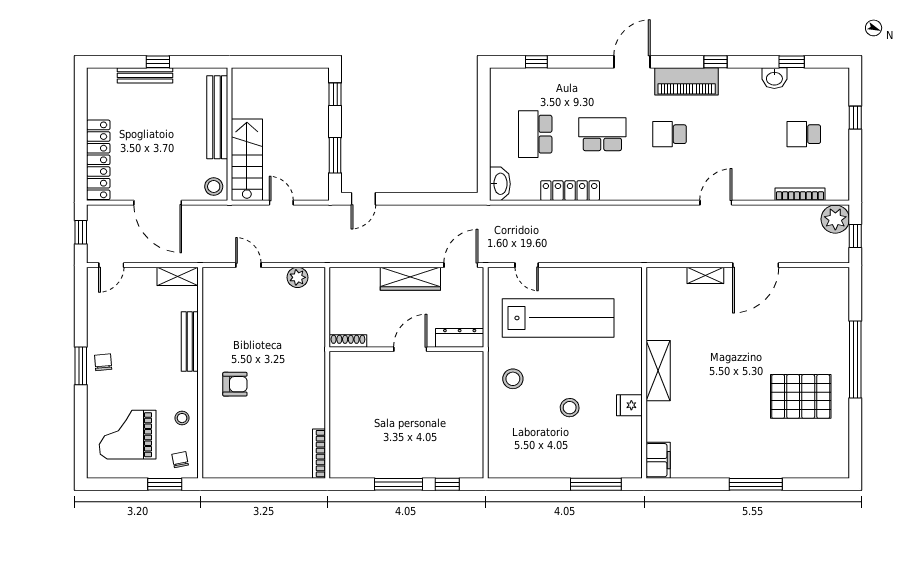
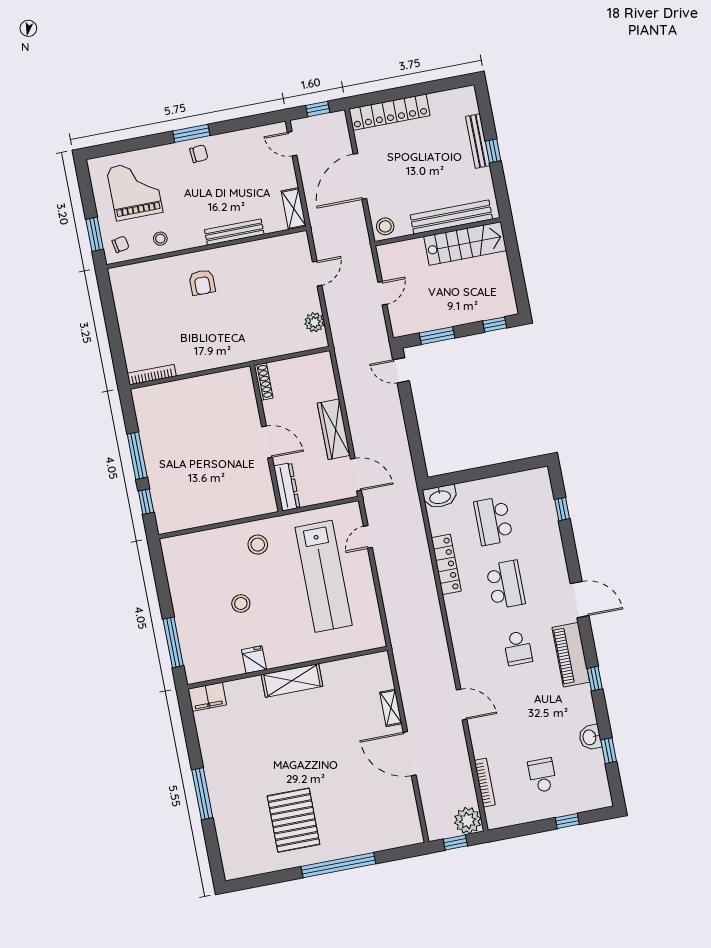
school desk: (535, 134) -> (493, 521), turned -90
school desk: (669, 134) -> (518, 648), turned 180
stairs: (247, 160) -> (465, 244), moved

